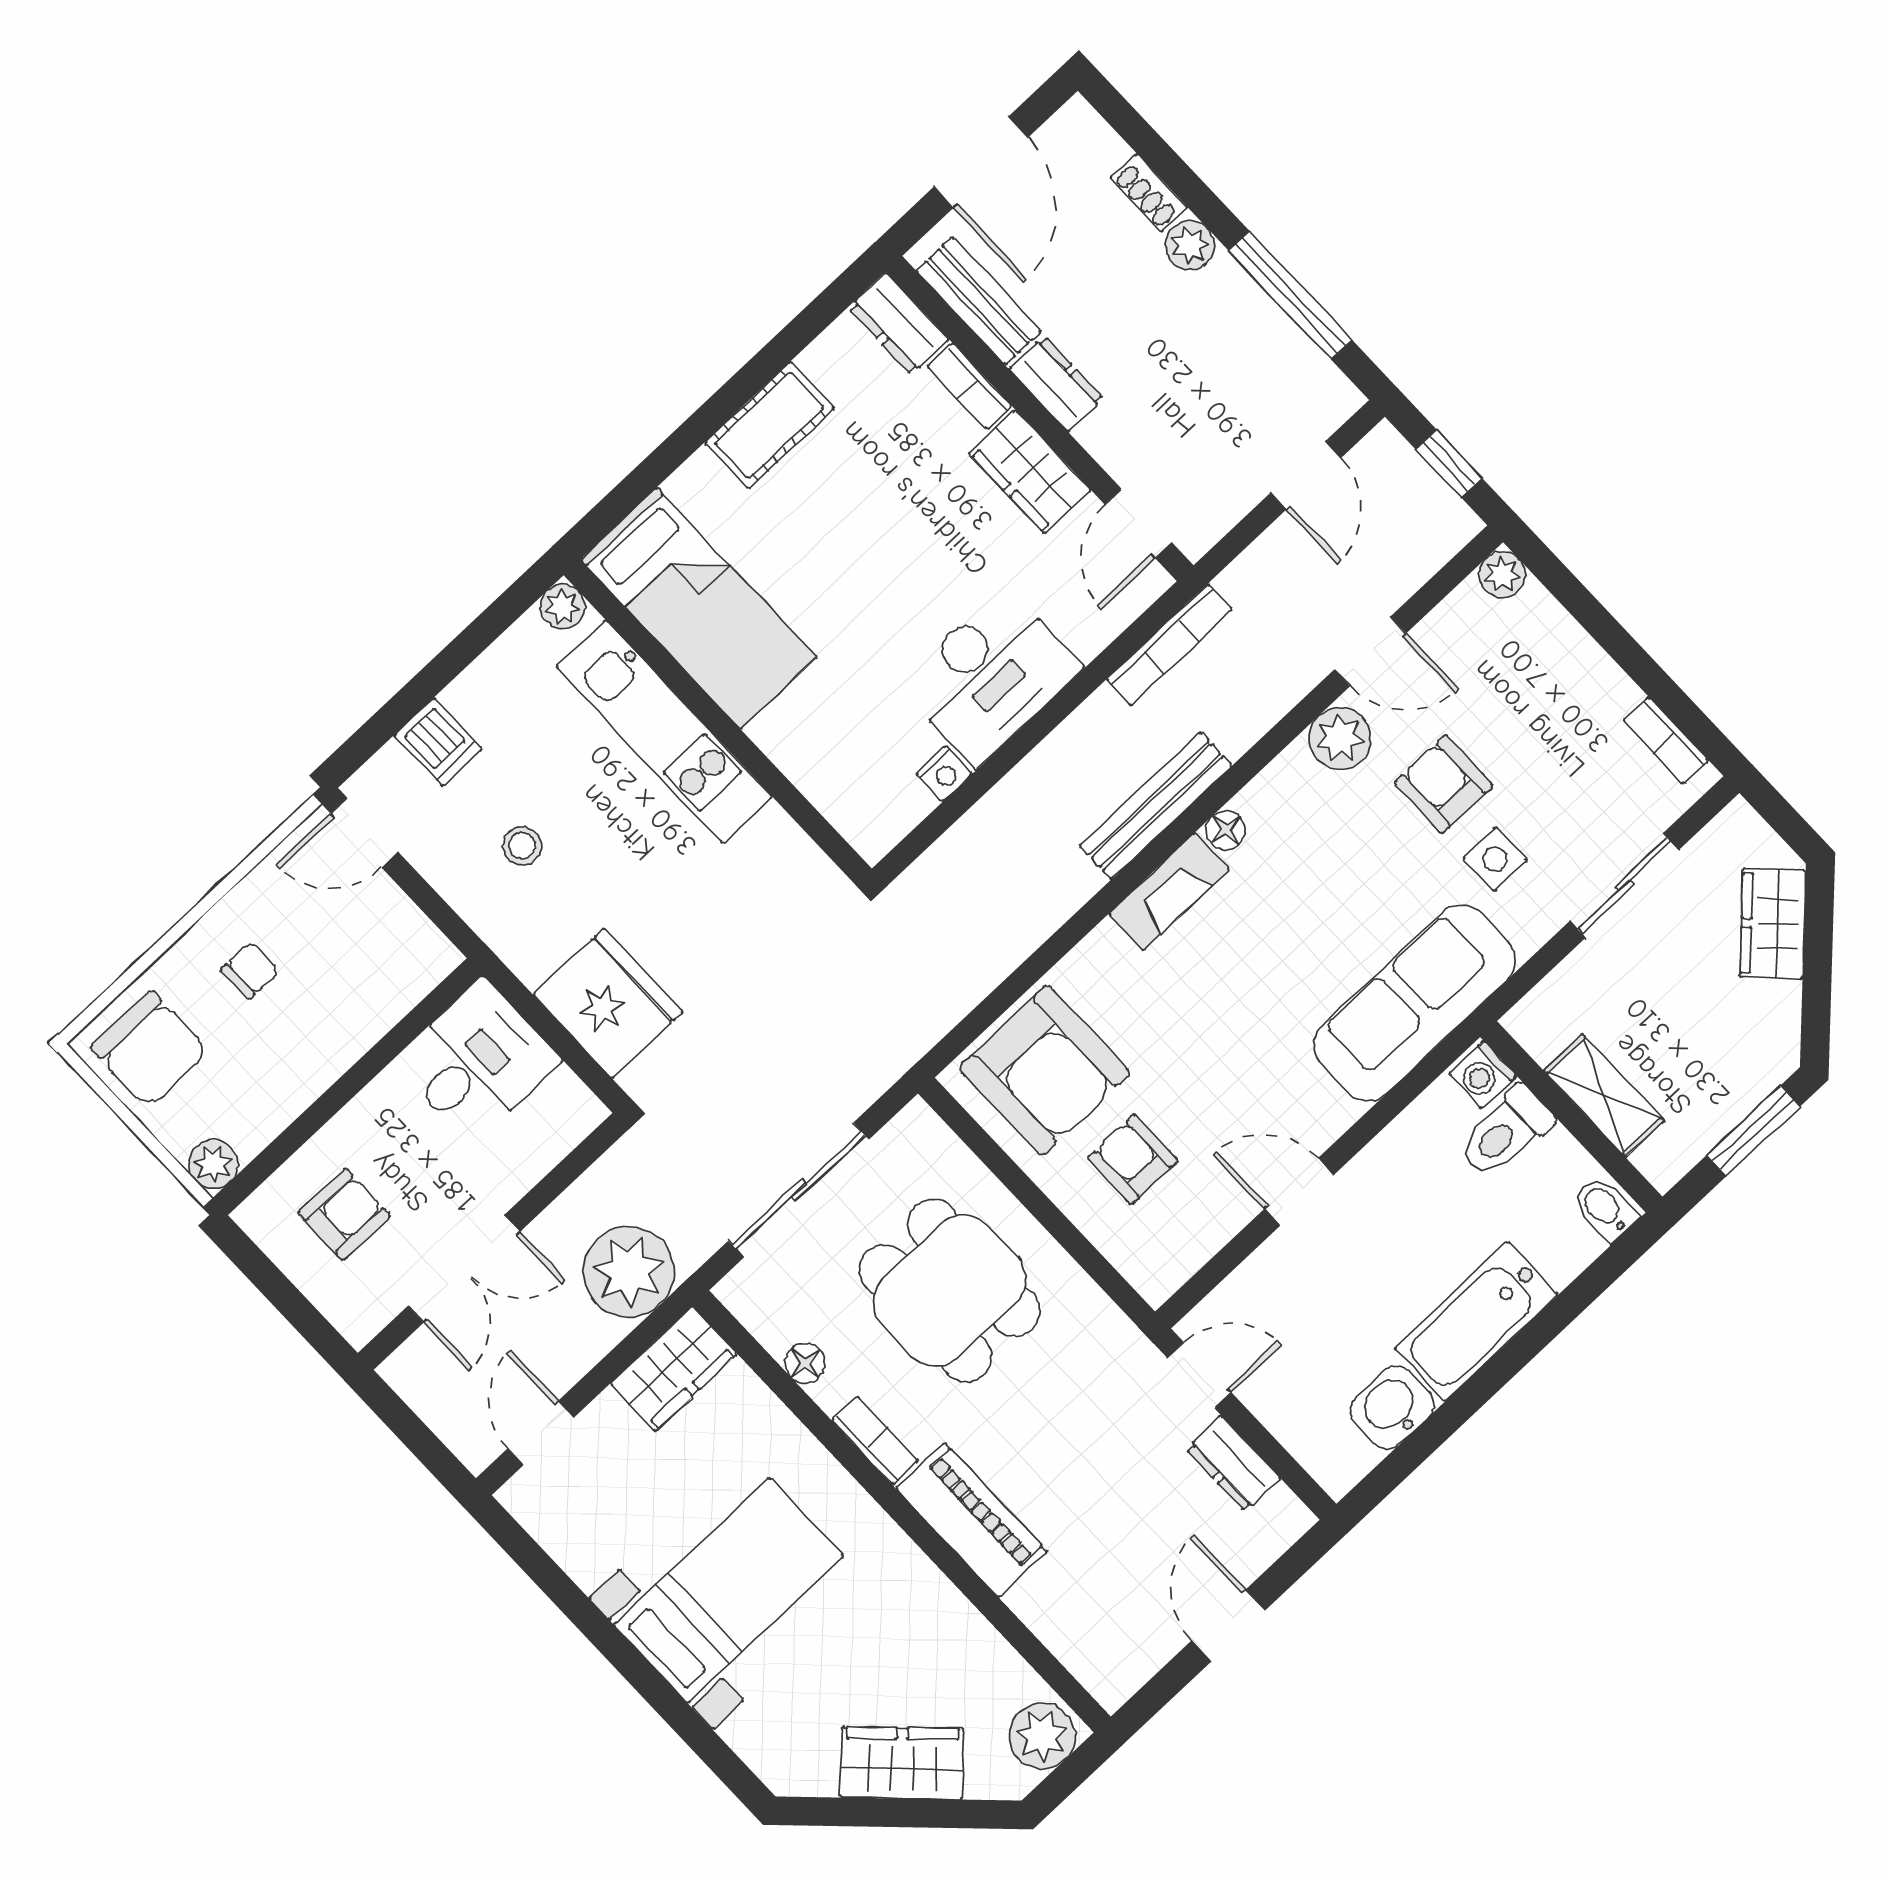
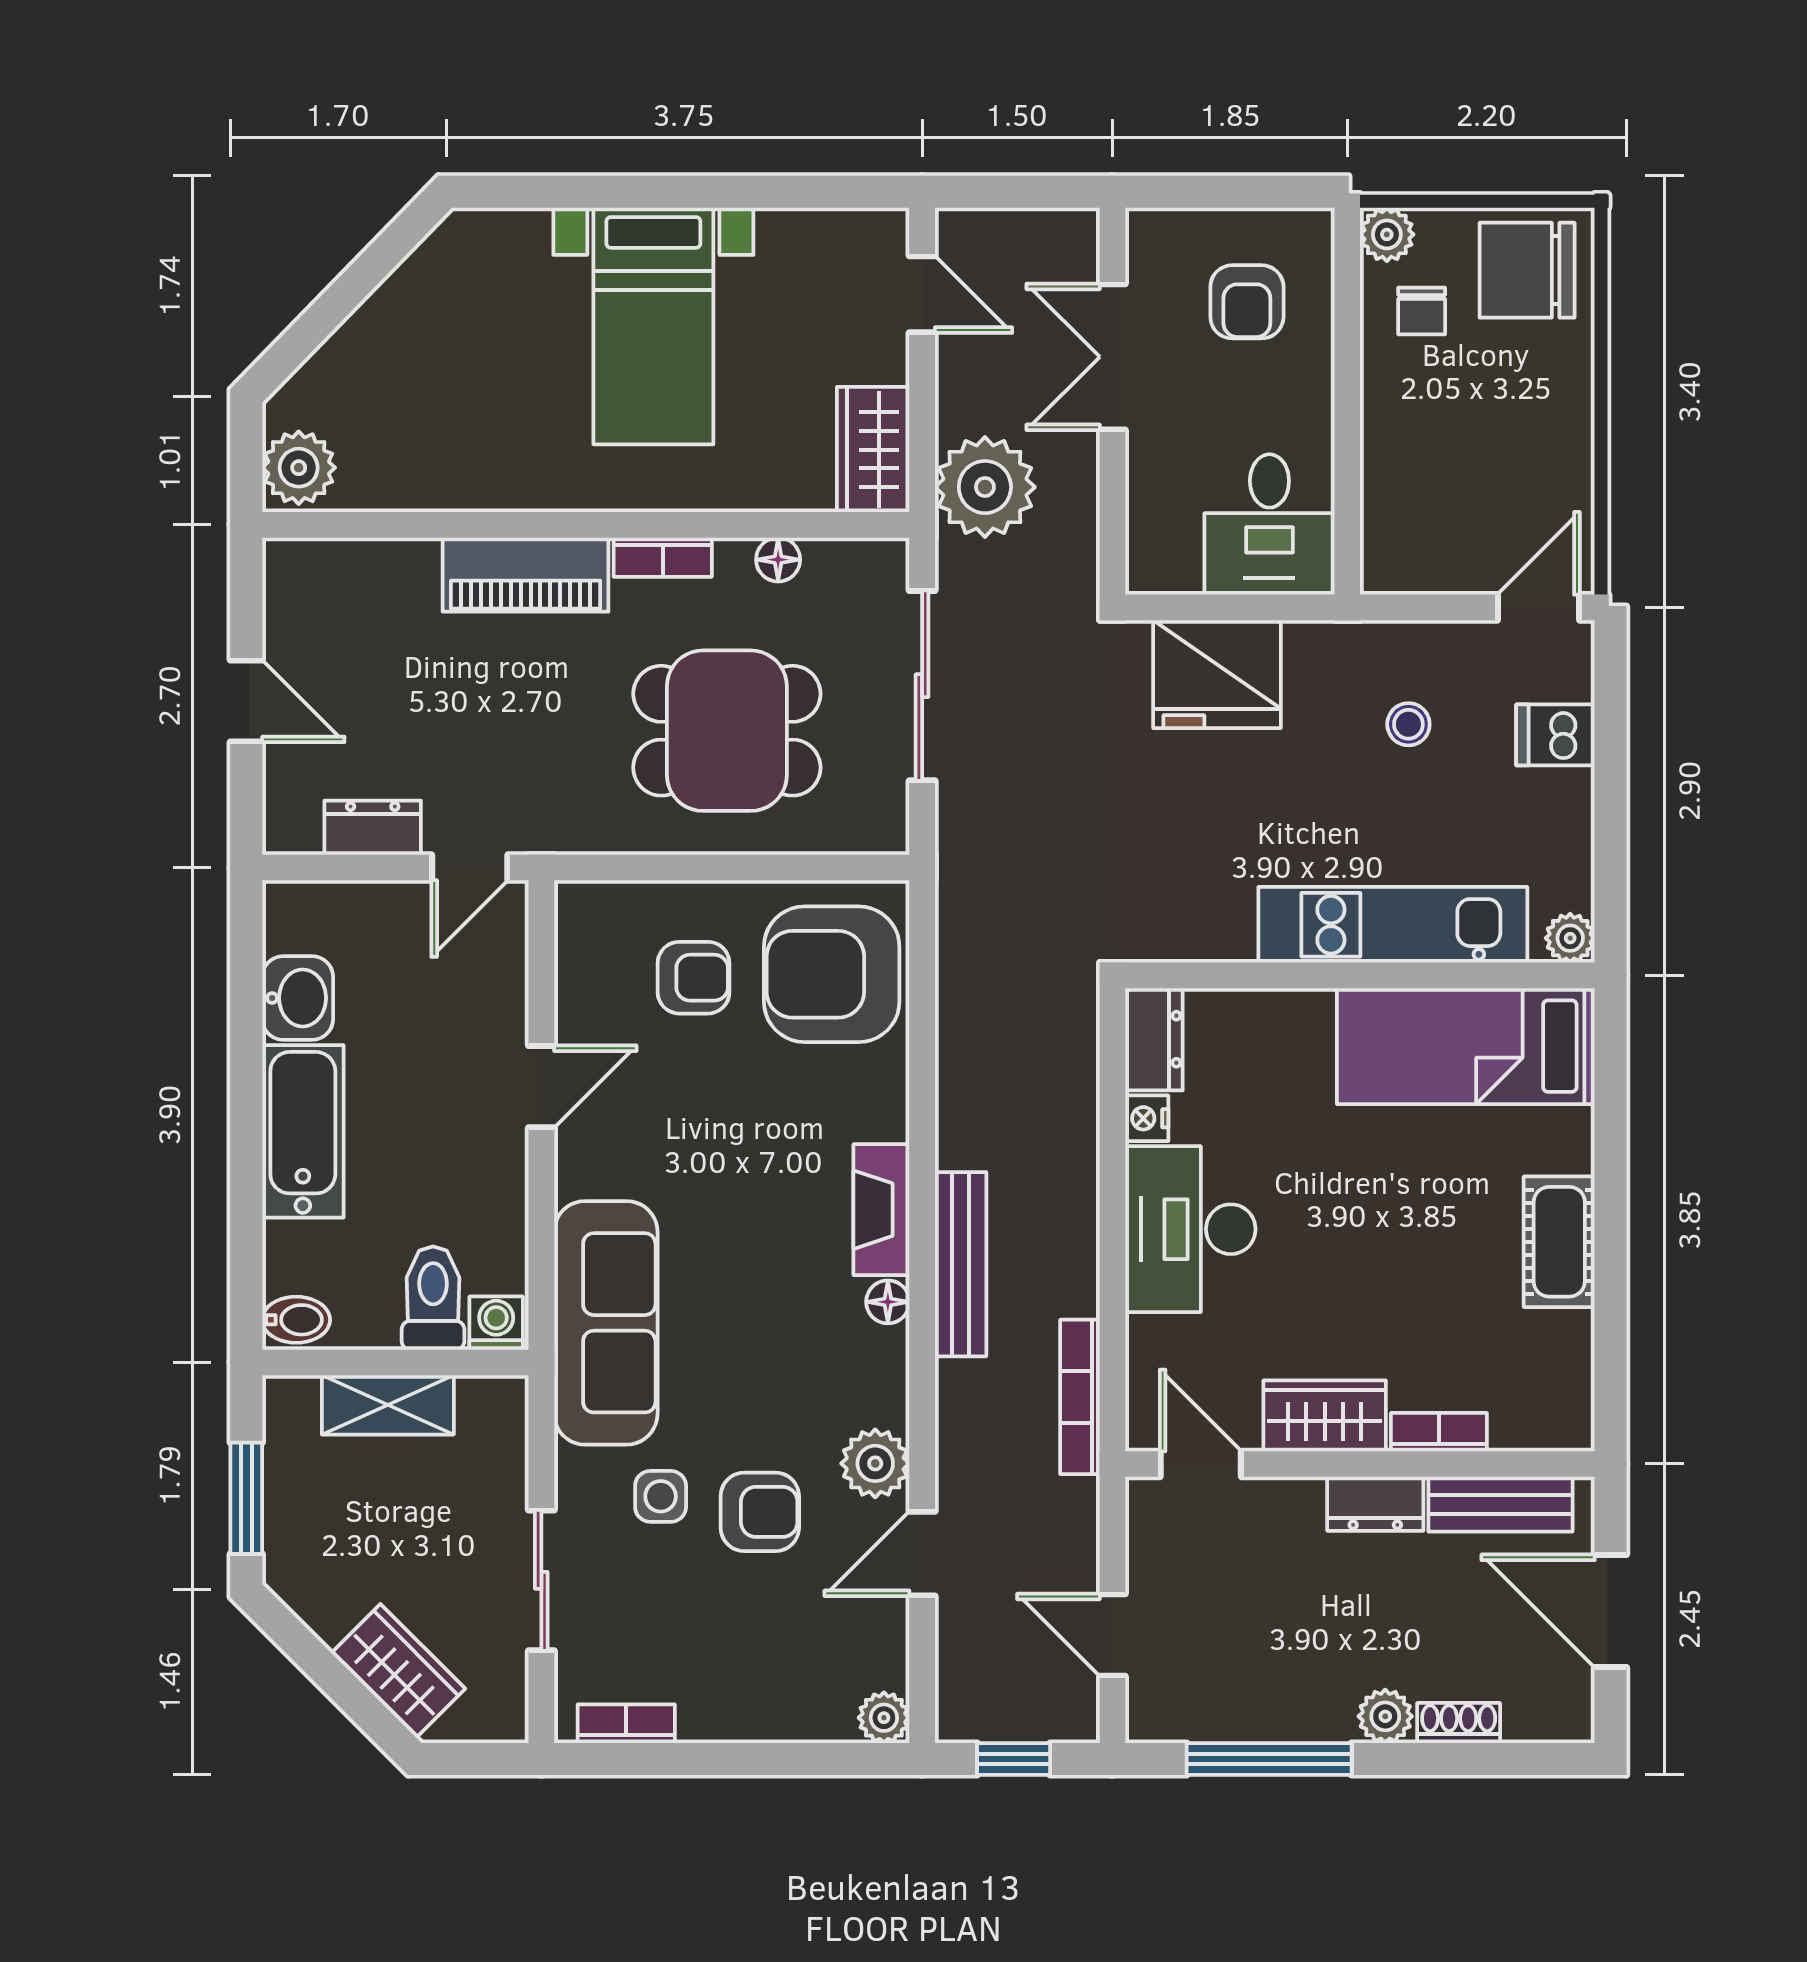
dresser: (899, 324) -> (1154, 1039), moved, turned 90
chair: (250, 970) -> (1422, 311), moved
wardrobe: (902, 1763) -> (383, 334), removed

